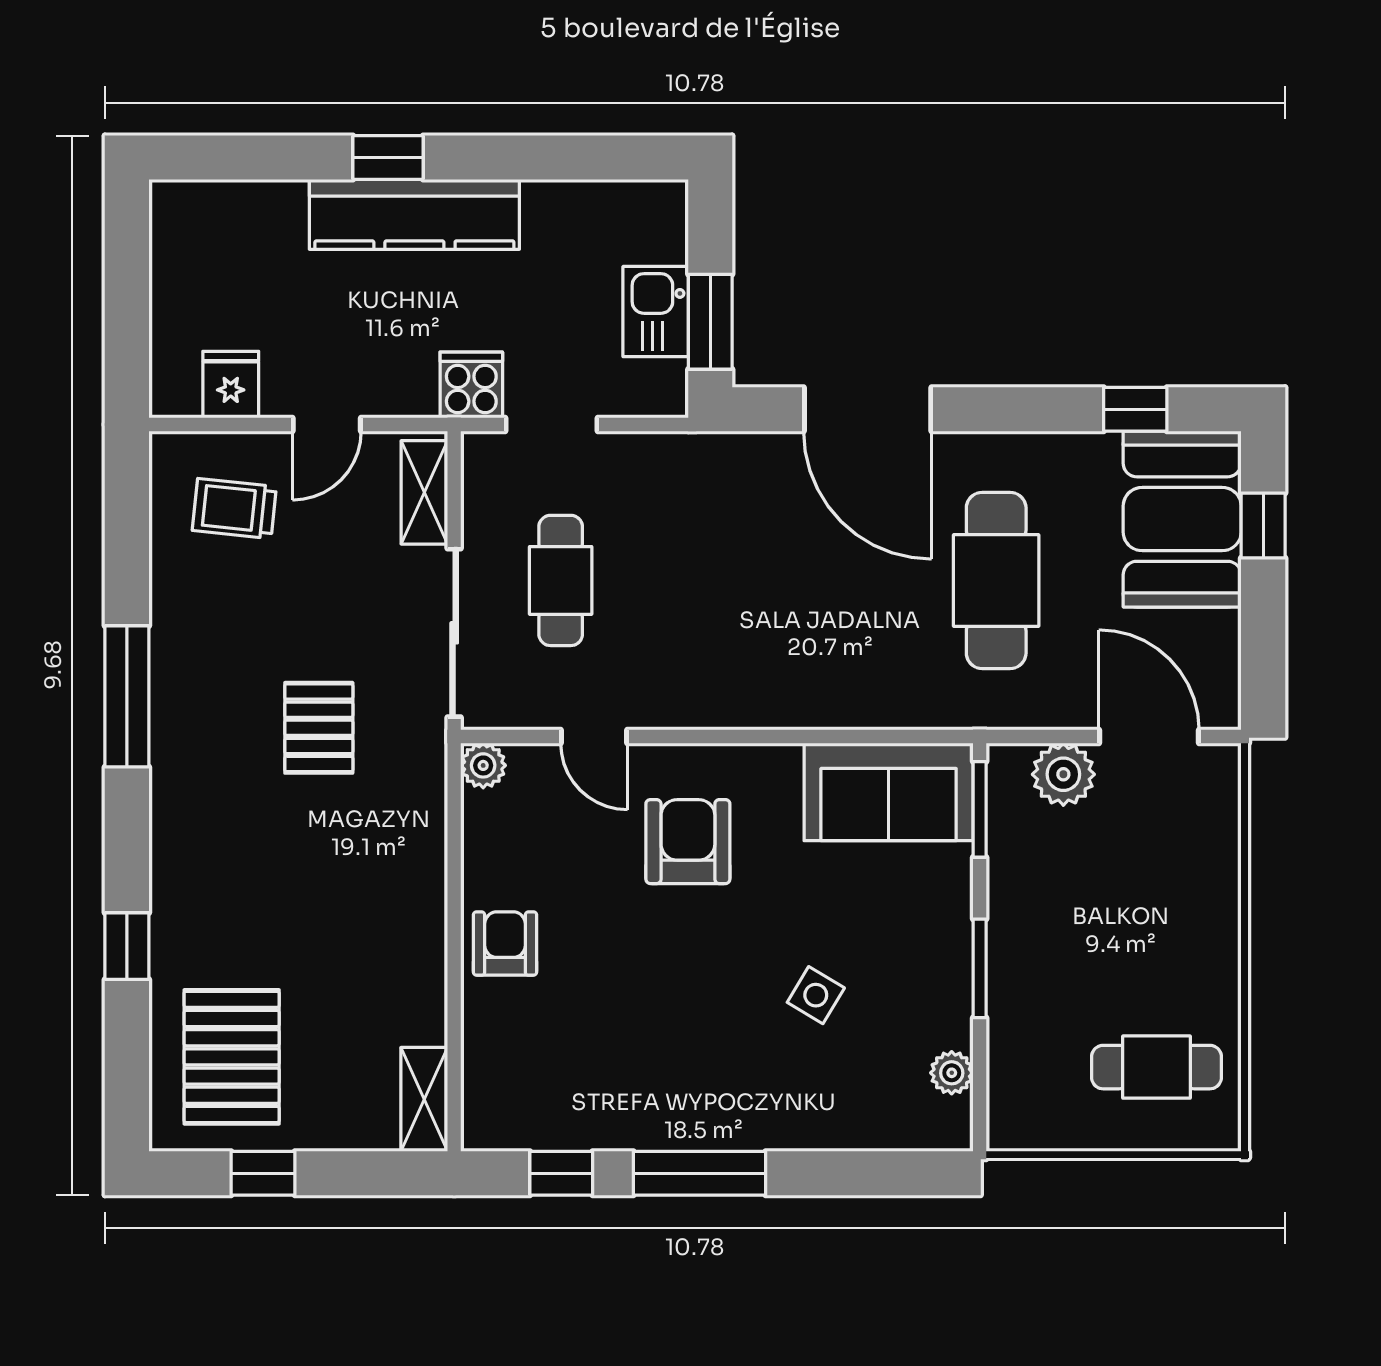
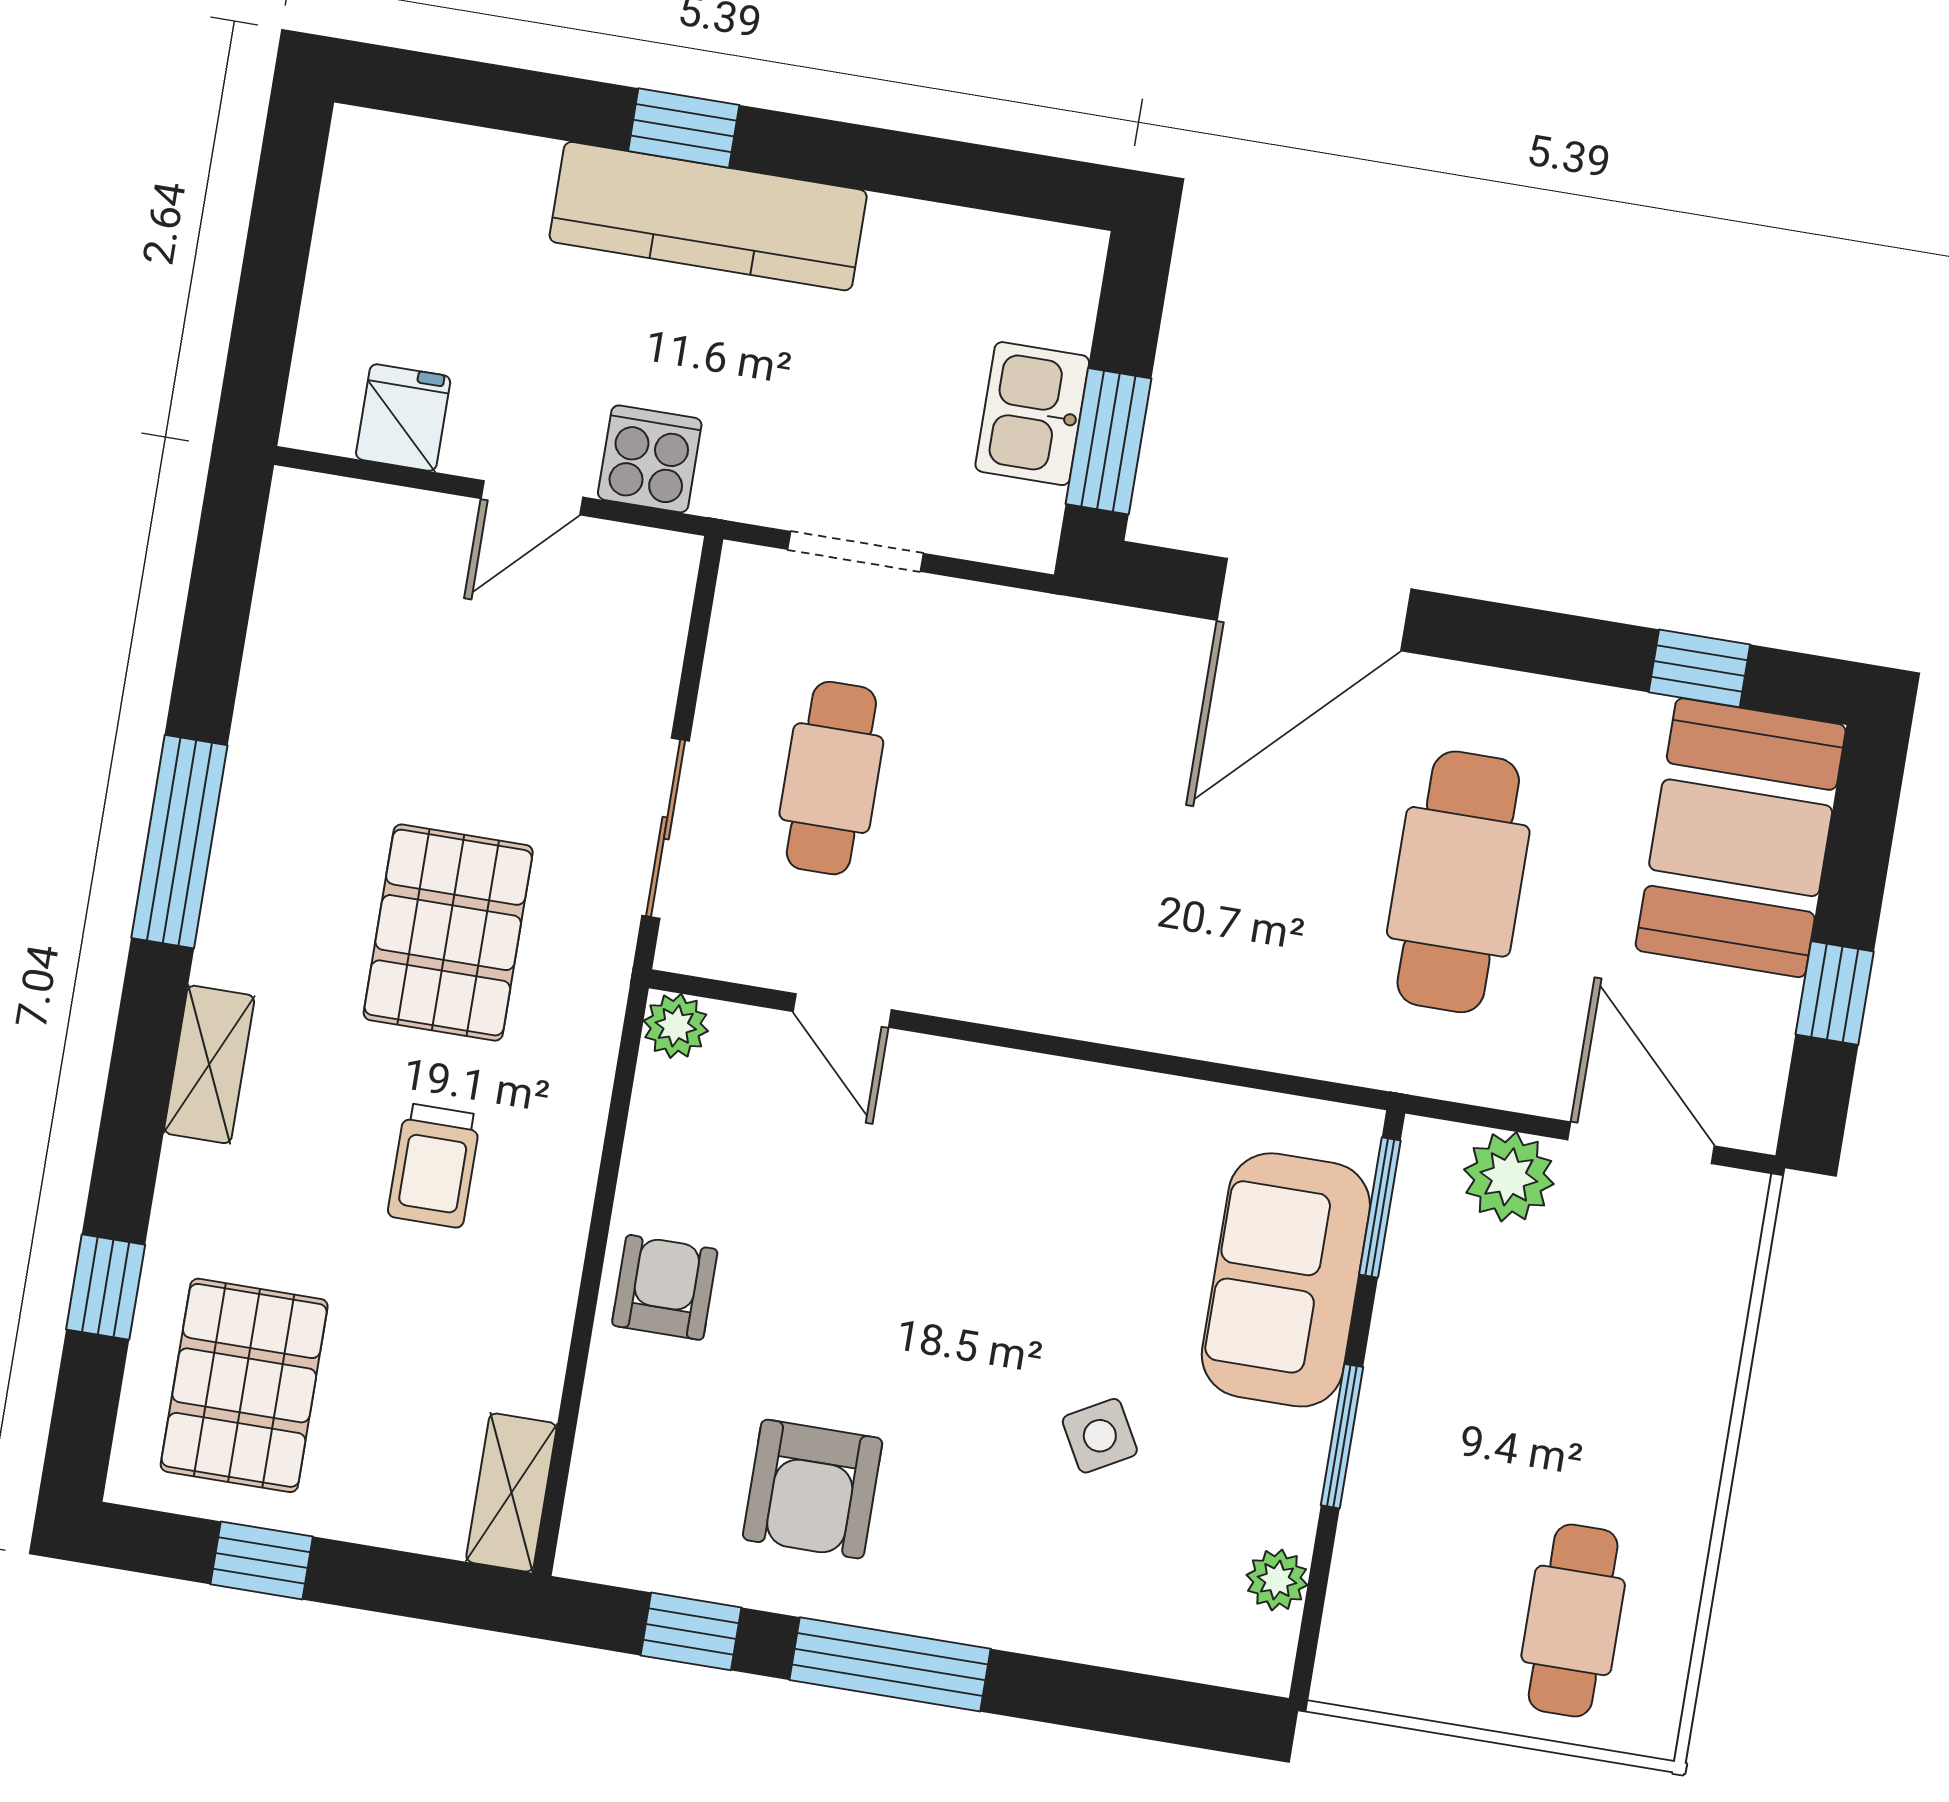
cooker: (471, 385) -> (650, 459), moved
door: (868, 409) -> (1314, 605), hinge flipped
shelving: (424, 492) -> (209, 1064), moved
trolley: (234, 509) -> (434, 1166), moved, turned -96
window: (1263, 526) -> (1835, 993), moved
sliding door: (454, 633) -> (666, 828), width x0.73
pallet: (319, 728) -> (448, 933), width x1.50, depth x1.42
sofa: (889, 792) -> (1286, 1280), moved, turned 90
armchair: (688, 842) -> (813, 1489), moved, turned 180
window: (127, 946) -> (106, 1287), moved
side table: (816, 995) -> (1100, 1436), turned 30
cafe table: (1157, 1067) -> (1573, 1620), turned 90

